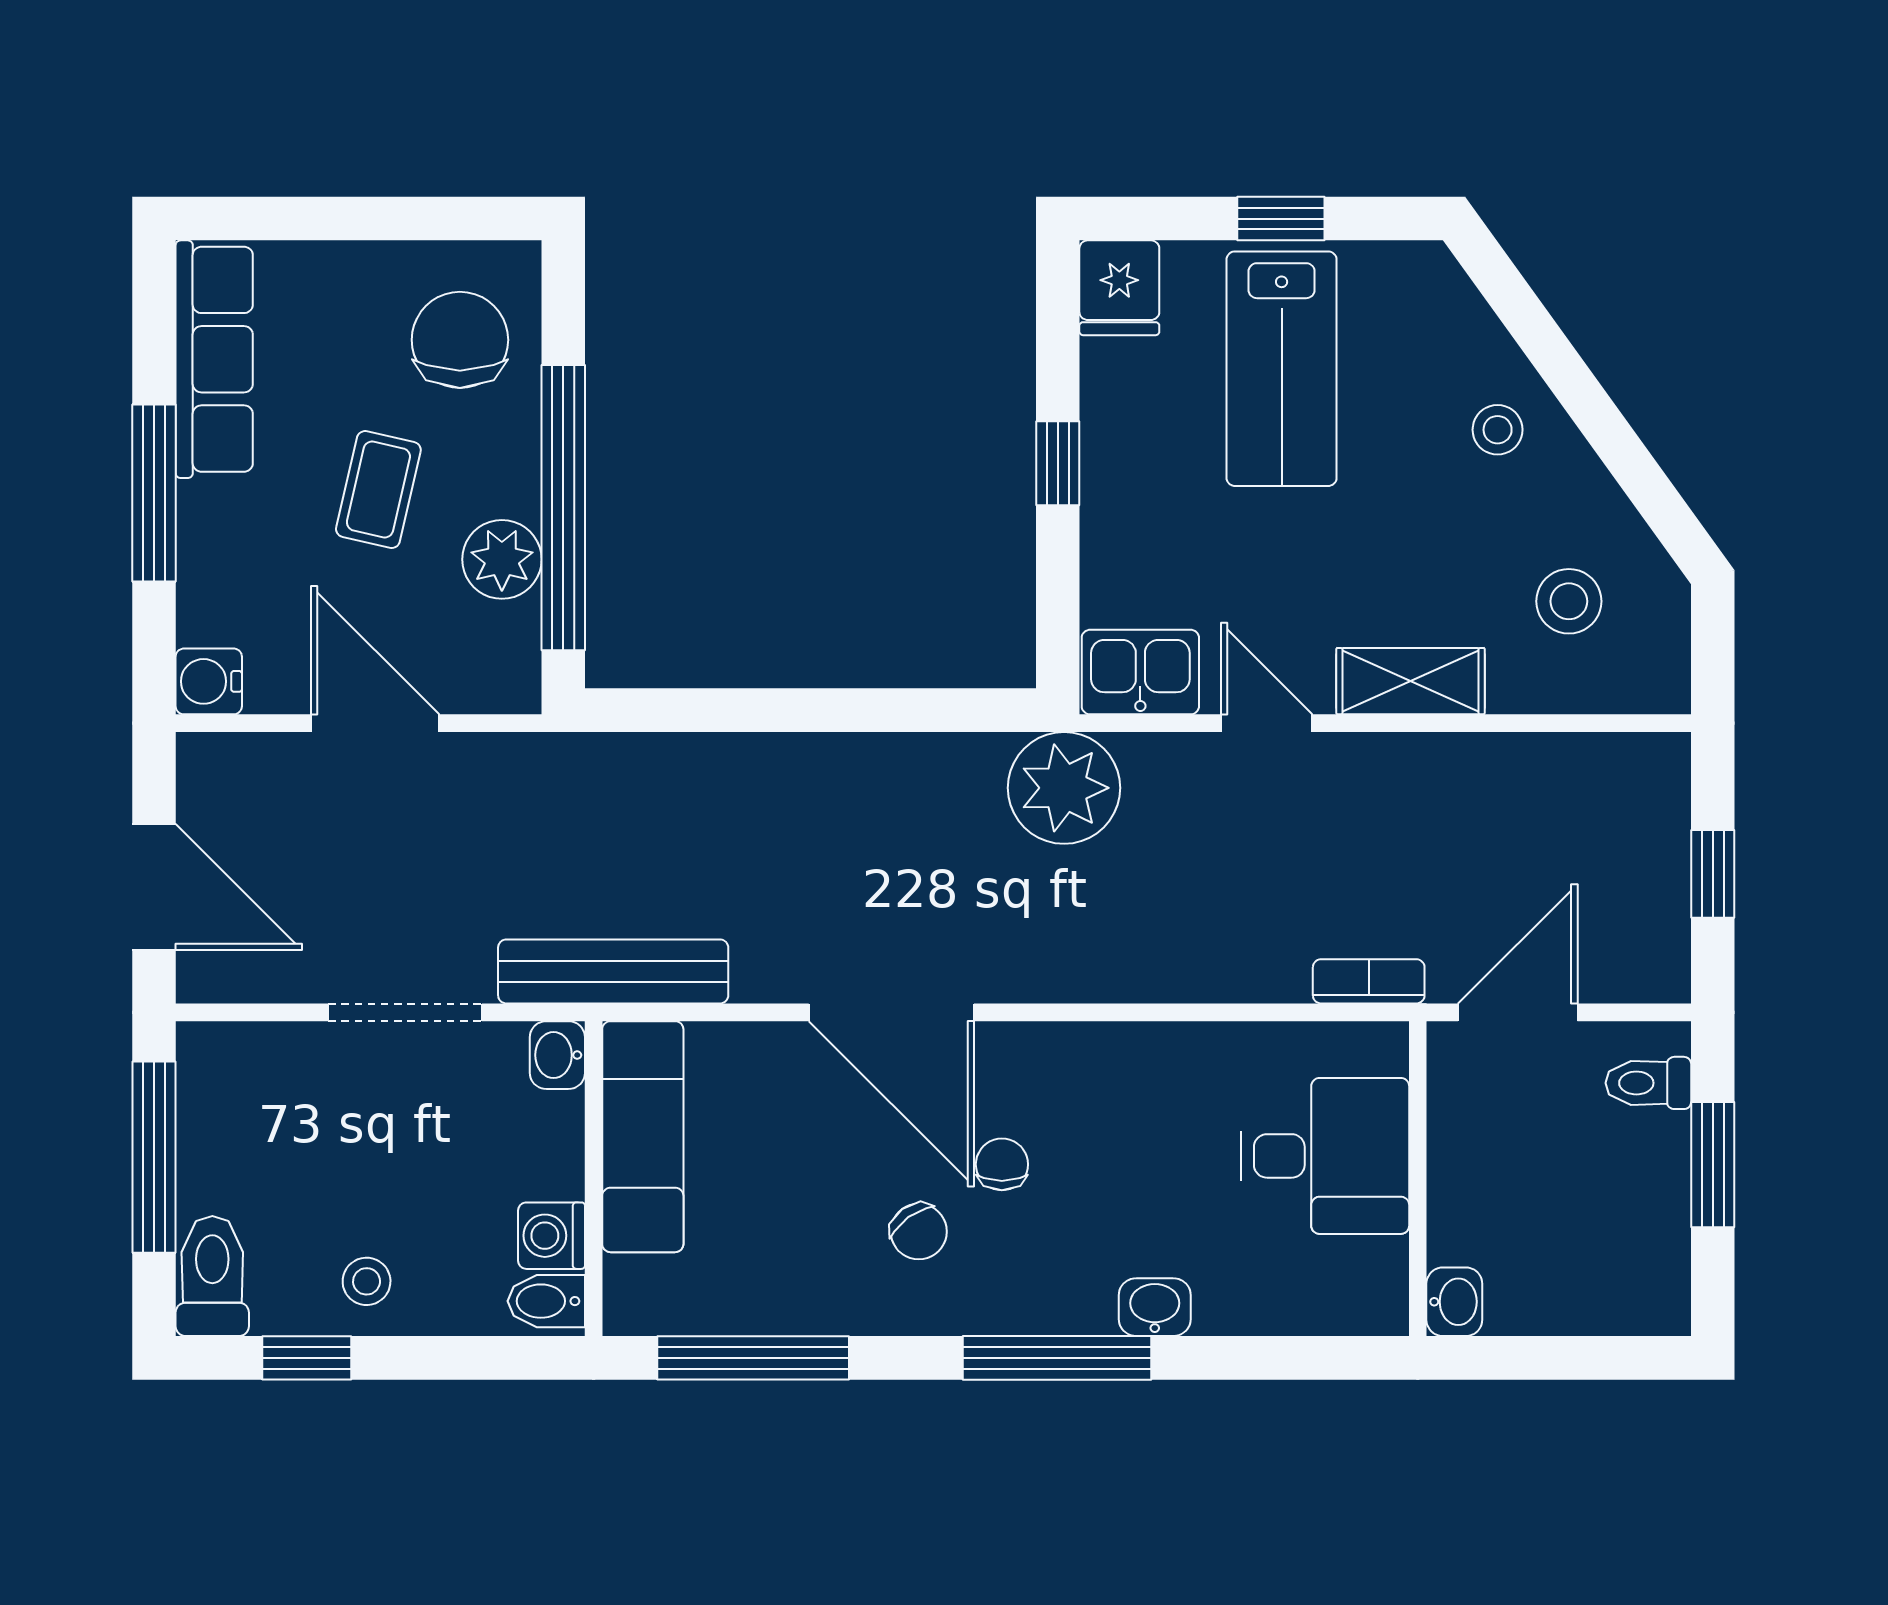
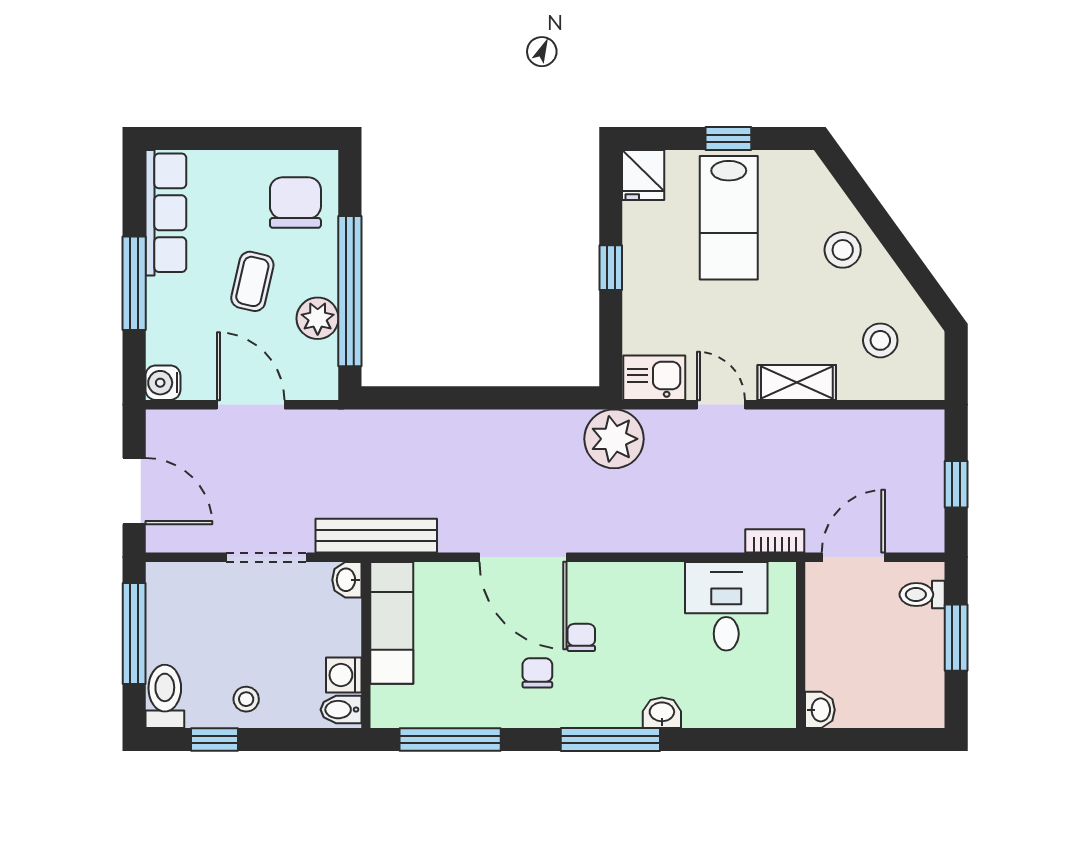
stool: (1498, 430) -> (843, 250), width x1.37, depth x1.37
desk: (1325, 1156) -> (726, 606), moved, turned -90
chair: (919, 1232) -> (537, 673), turned -144

